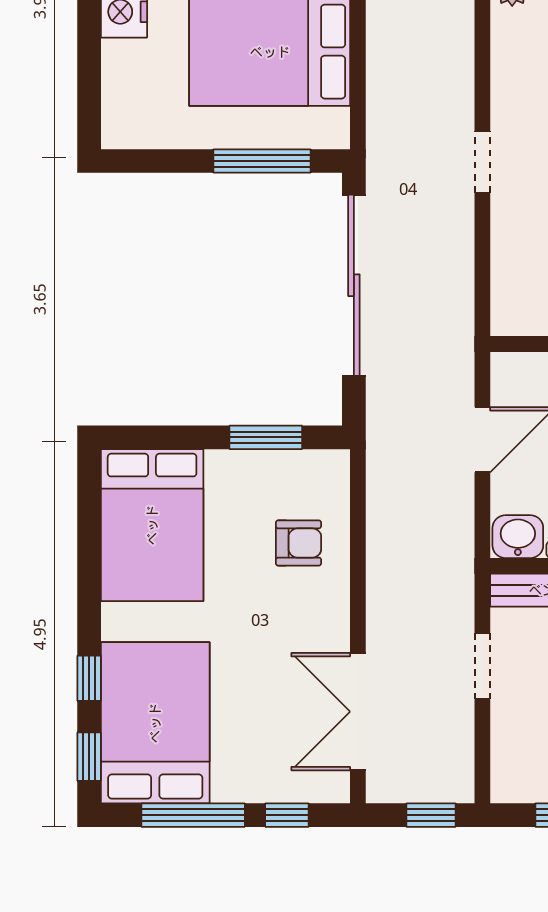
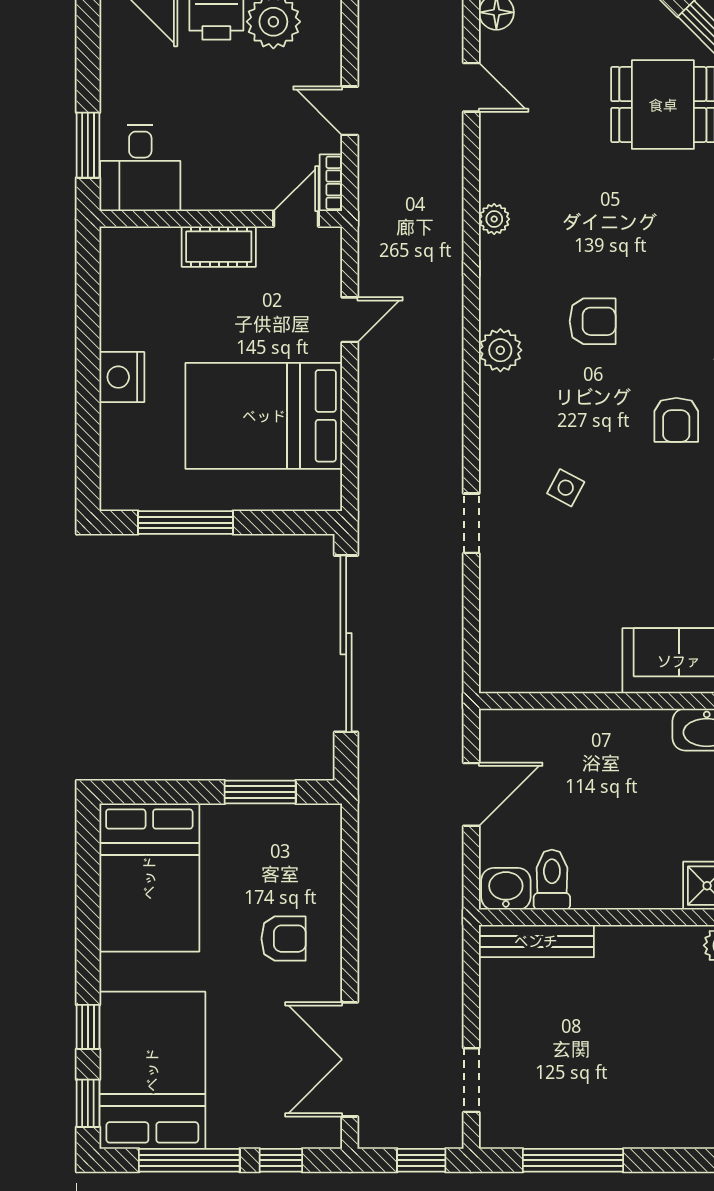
window: (262, 161) -> (186, 523), moved
armchair: (299, 543) -> (284, 939), moved
doorway: (482, 666) -> (471, 1080), moved

